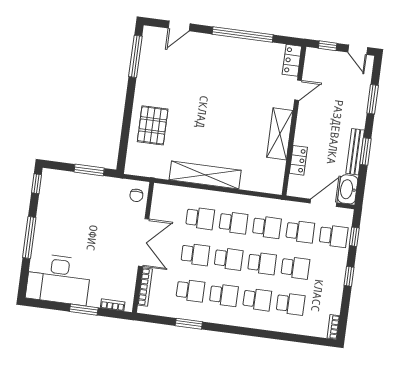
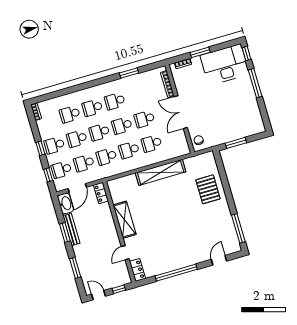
locker: (298, 160) -> (101, 193), moved
window: (36, 184) -> (247, 54), moved
school desk: (190, 291) -> (54, 145), moved

